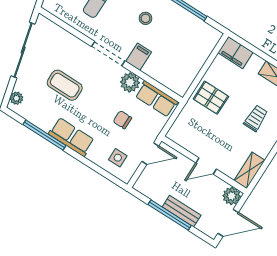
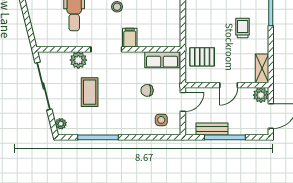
plant: (130, 82) -> (78, 60), moved
coffee table: (65, 85) -> (90, 92), turned 90
pallet: (211, 98) -> (202, 57), moved
row of seats: (71, 137) -> (118, 126), removed
bench: (182, 211) -> (212, 129), moved

